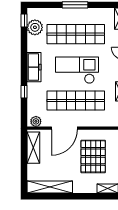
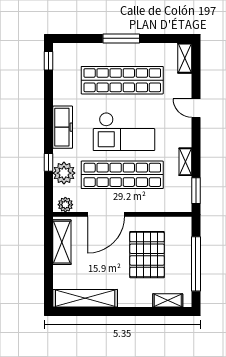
plant: (35, 27) -> (64, 173), moved
checkout: (77, 70) -> (124, 132), turned 180

